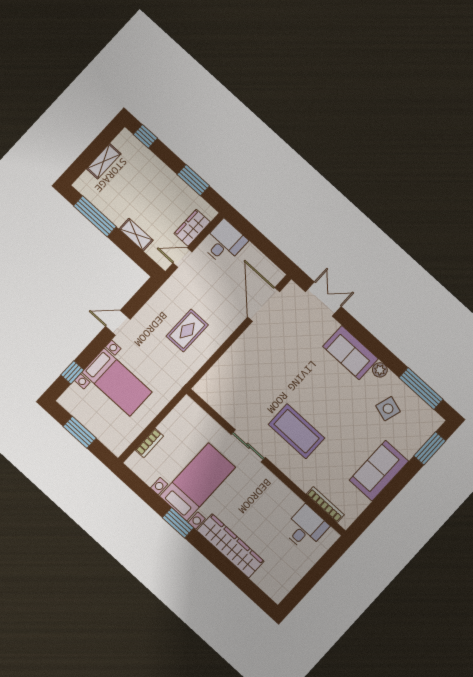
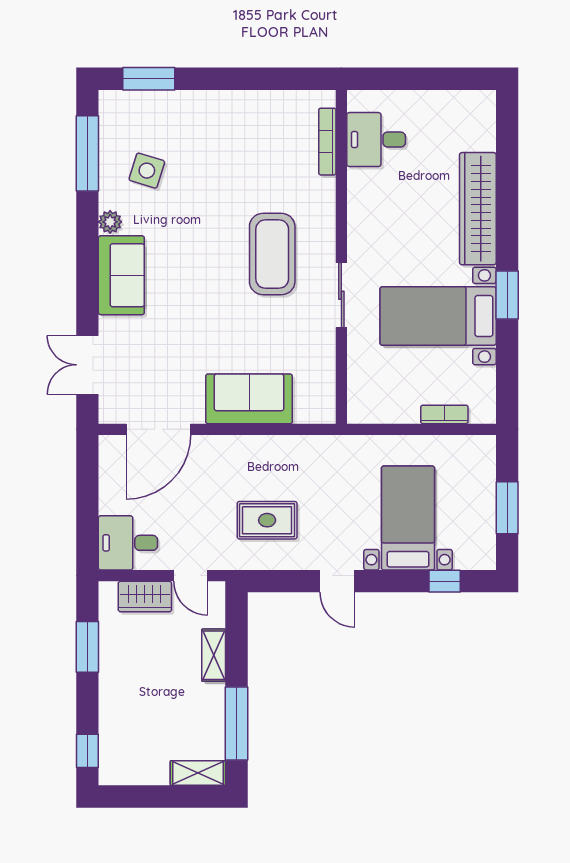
shelving: (104, 161) -> (198, 773), moved
rug: (187, 330) -> (267, 520), moved
sofa: (379, 471) -> (249, 399), moved, turned 180

